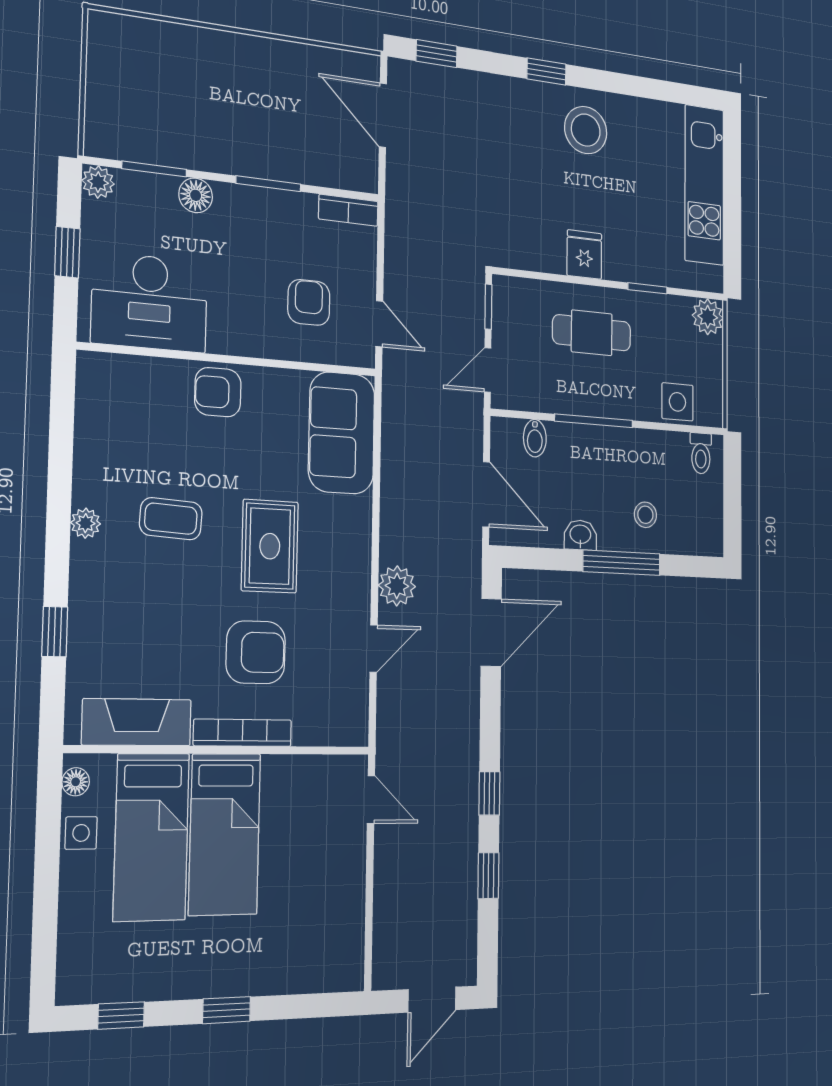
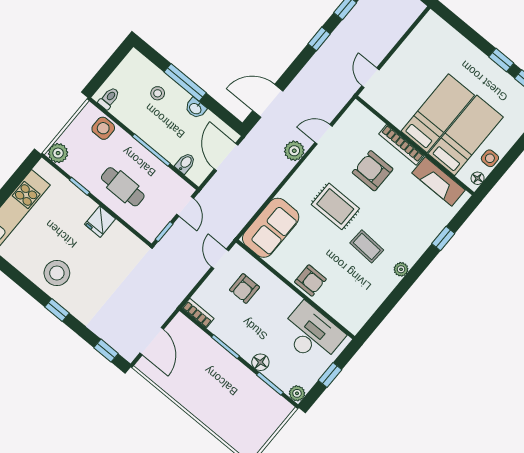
door: (488, 370) -> (185, 206), hinge flipped
rug: (270, 546) -> (335, 206), turned 90
window: (227, 1010) -> (501, 60), moved

